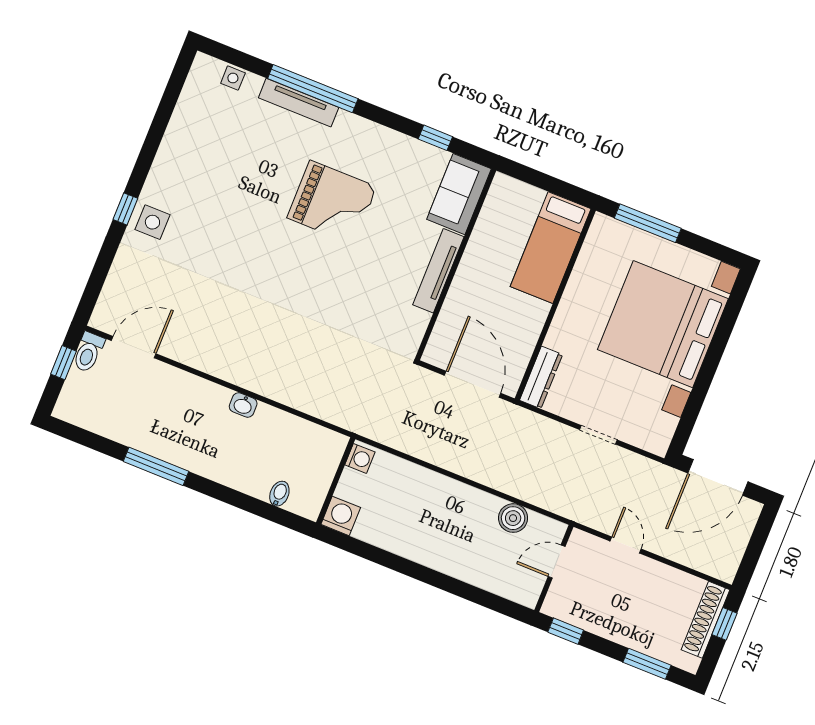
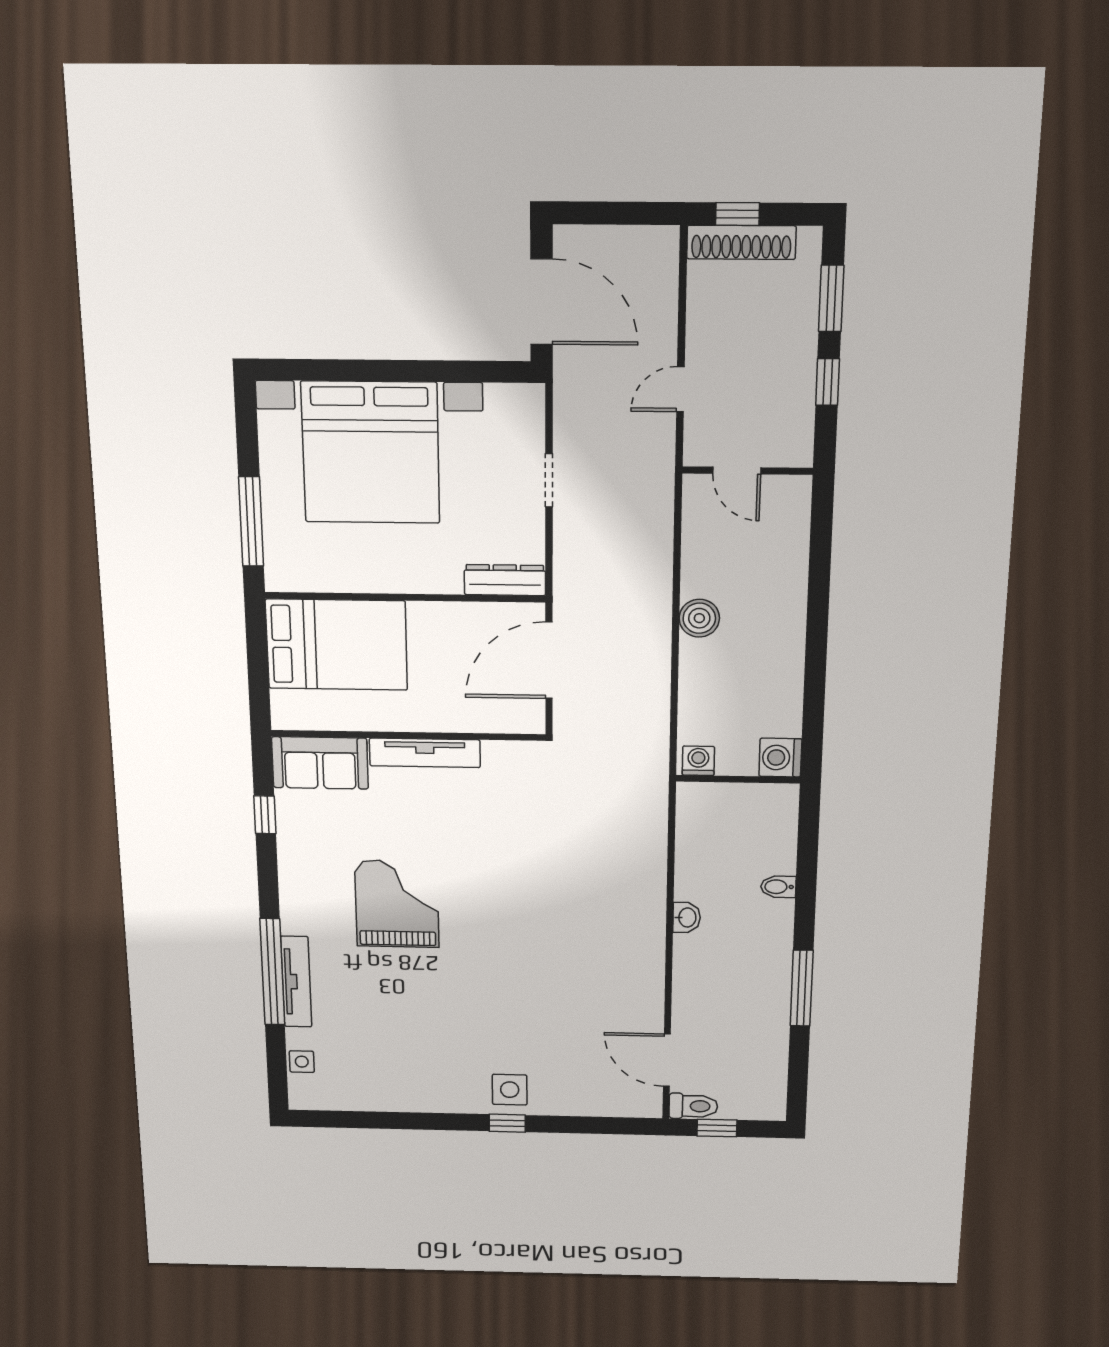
bed: (551, 248) -> (337, 645), width x1.50
bidet: (279, 494) -> (778, 887), moved
boiler: (513, 518) -> (699, 618), moved
window: (566, 631) -> (828, 382), moved

